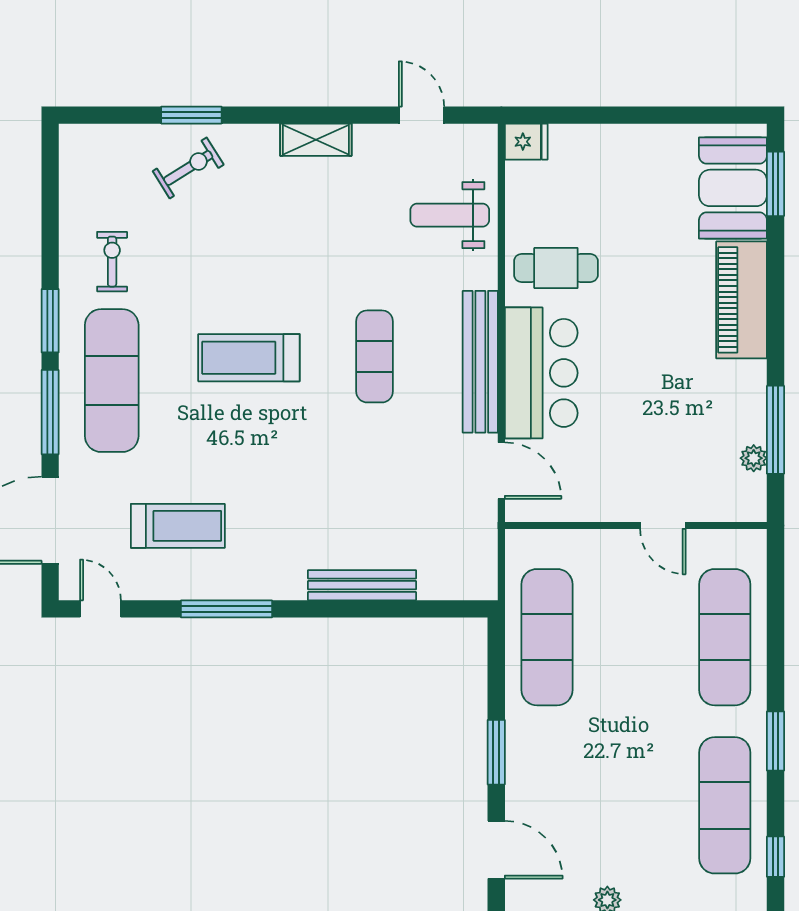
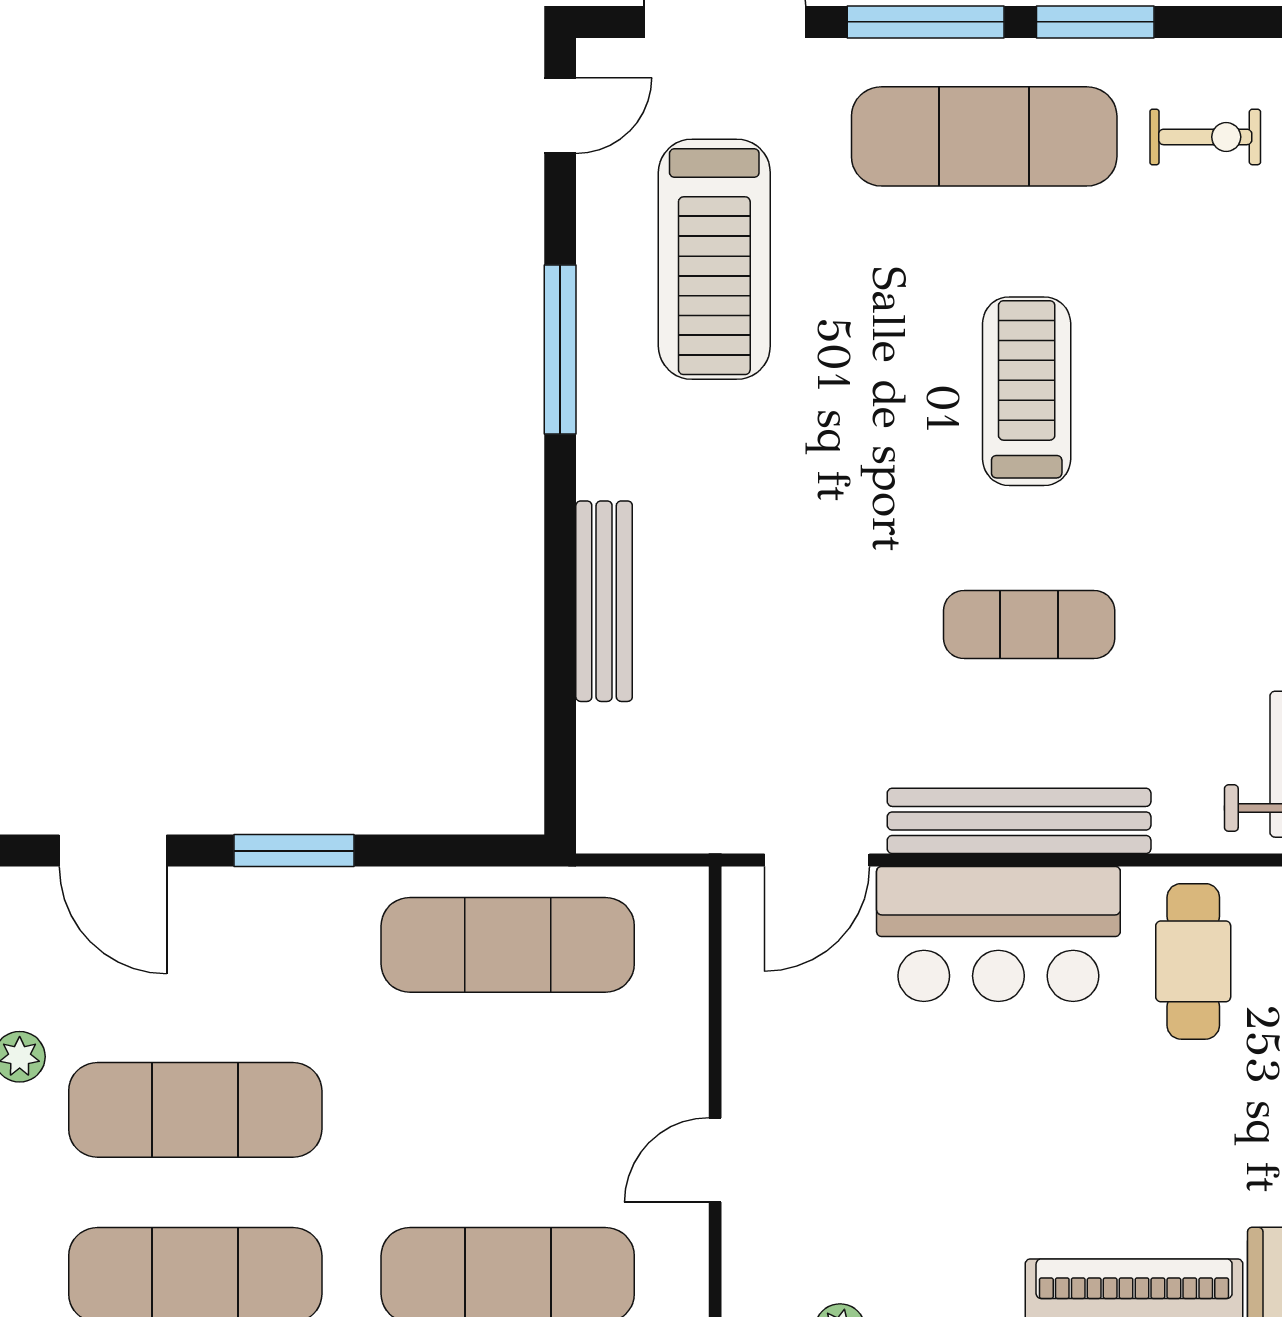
treadmill: (178, 526) -> (714, 259), width x1.37, depth x1.38
exercise mat: (636, 805) -> (195, 1110), added
door: (496, 850) -> (113, 851), hinge flipped

